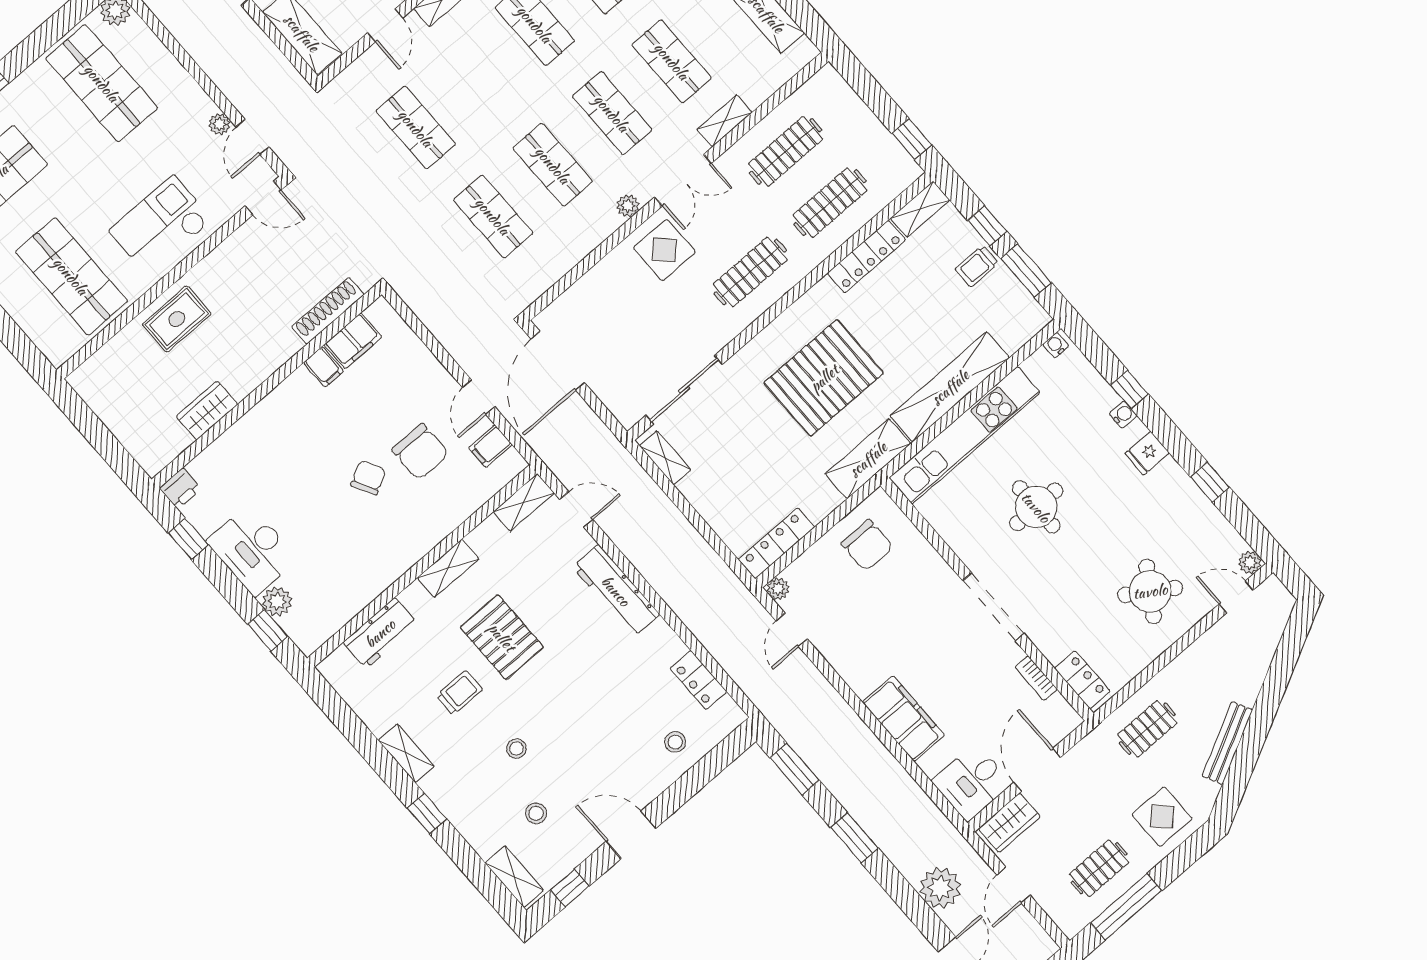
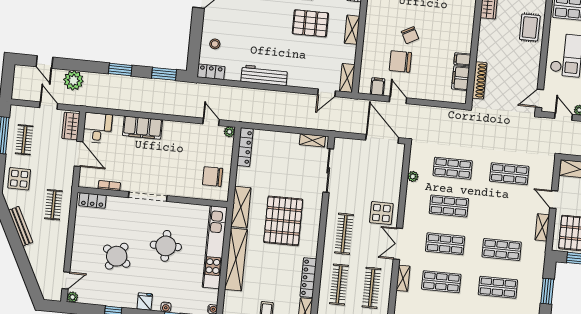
plant: (628, 206) -> (413, 176), moved
workbench: (616, 591) -> (264, 75), moved
round table: (1150, 591) -> (117, 256), moved
locker: (699, 680) -> (211, 72), moved

